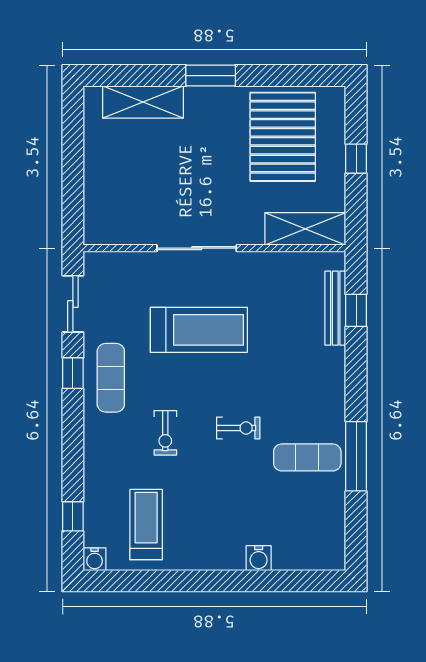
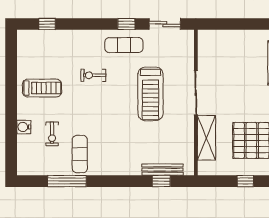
shelving: (305, 229) -> (206, 138), moved
exercise bike: (238, 428) -> (52, 134), moved
window: (356, 456) -> (67, 181), moved
treadmill: (146, 525) -> (42, 88), moved
water cooler: (95, 559) -> (23, 36), removed

